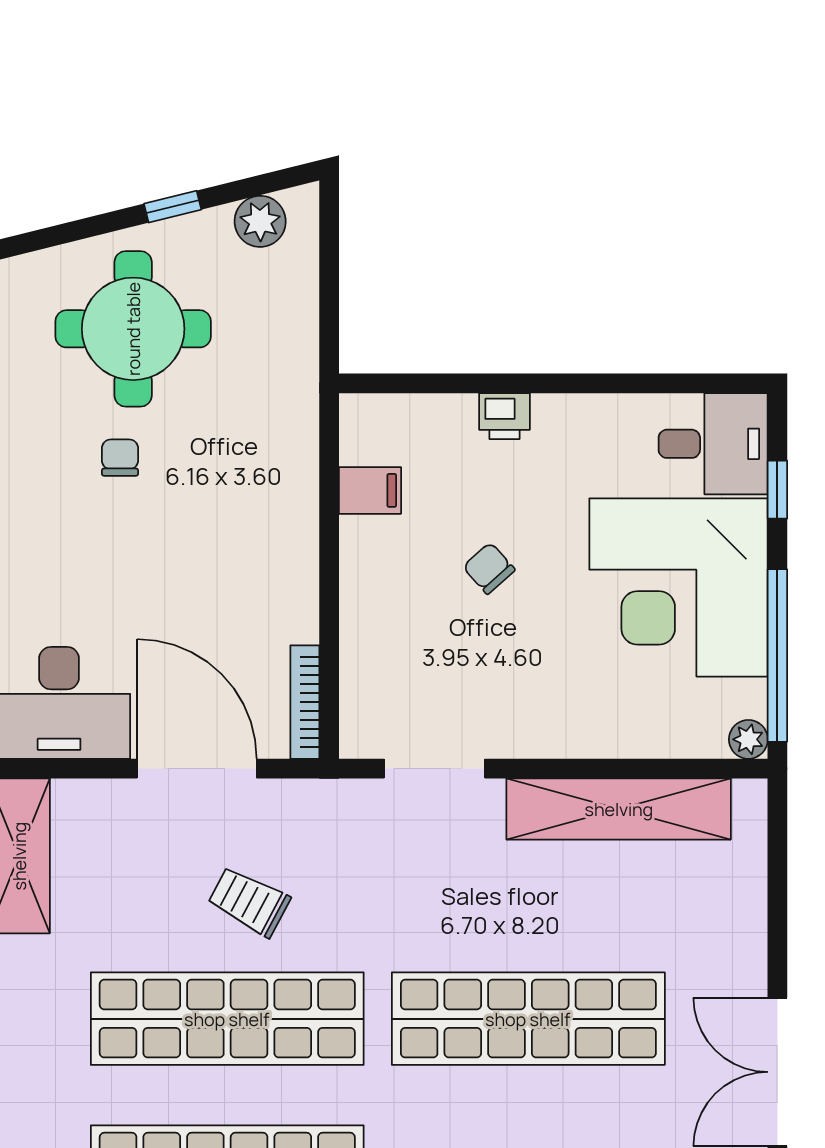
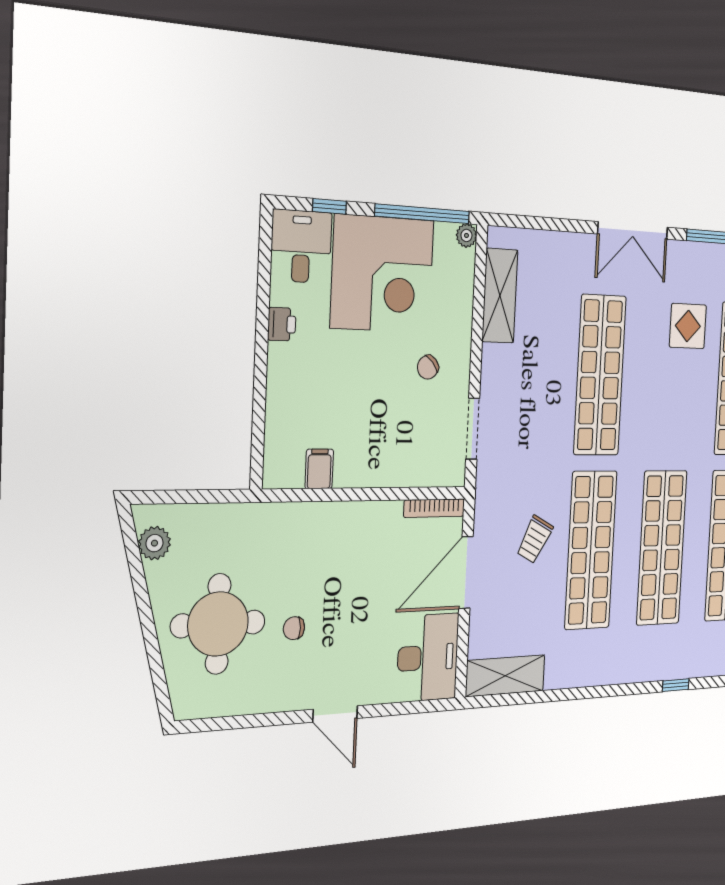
window: (173, 207) -> (143, 602), removed
printer: (505, 416) -> (282, 324), moved
chair: (489, 568) -> (428, 367), moved
shelving: (619, 809) -> (500, 296), width x0.68

